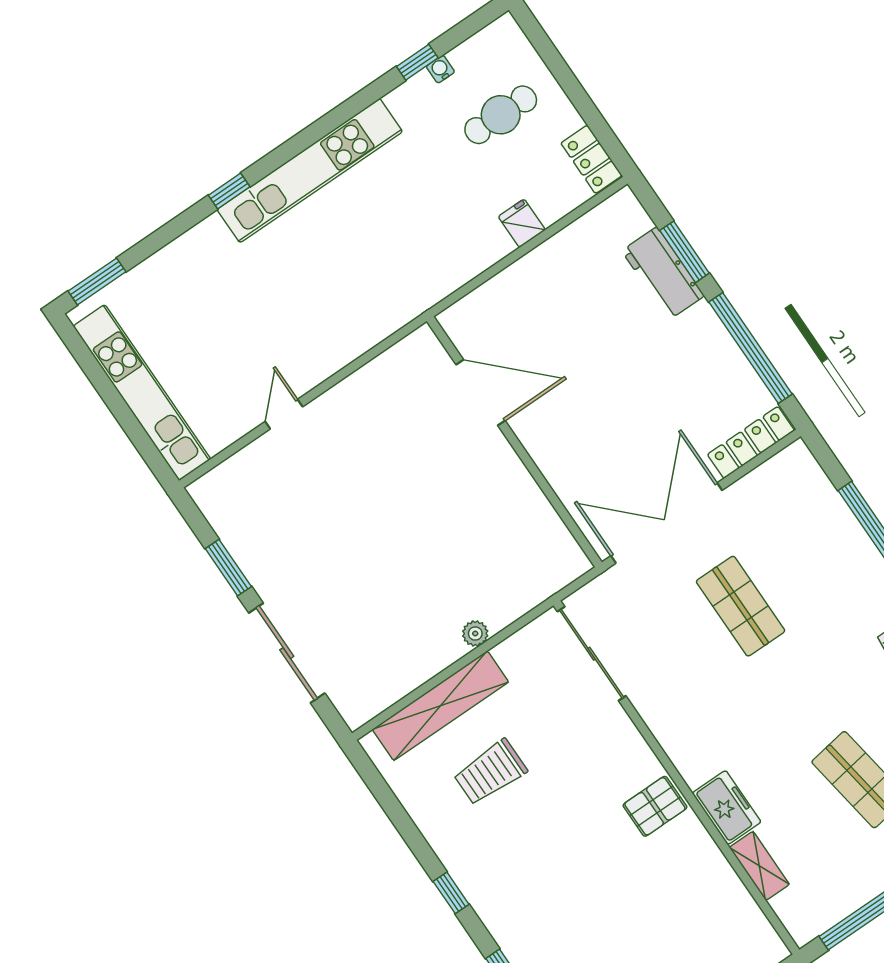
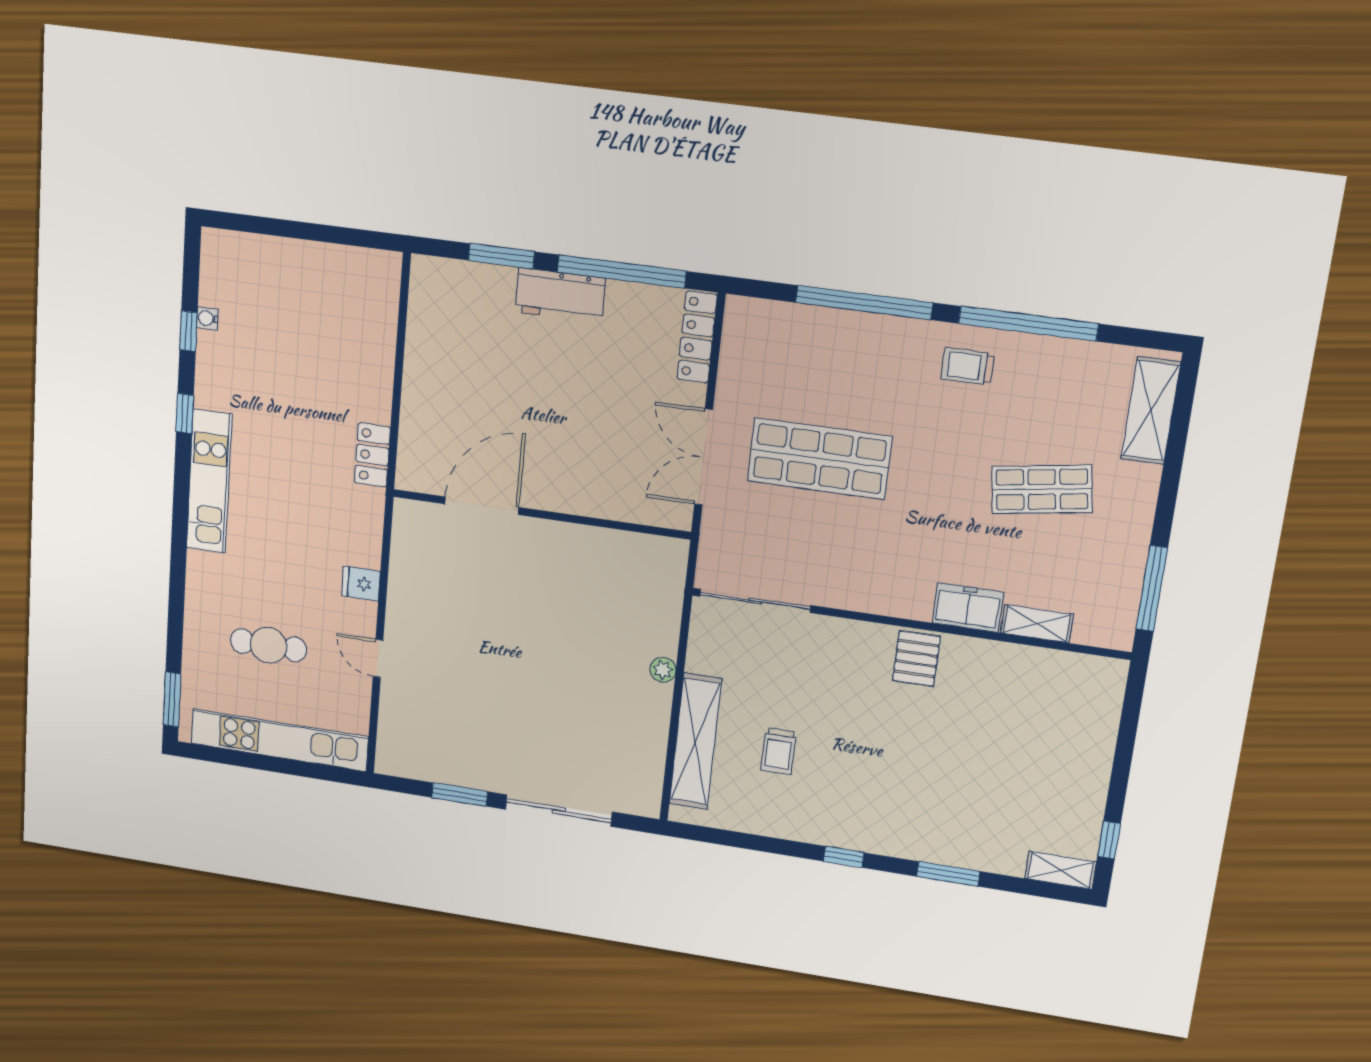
cafe table: (501, 115) -> (269, 645), moved, turned 90
locker: (591, 159) -> (372, 455), moved, turned 90
kitchen unit: (310, 171) -> (209, 481), width x0.73
window: (229, 191) -> (185, 413), moved
fridge: (522, 223) -> (361, 584), moved
workbench: (663, 273) -> (560, 295), moved
double door: (666, 523) -> (704, 457), width x0.73
shop shelf: (741, 606) -> (820, 459), width x1.43, depth x1.36
trolley: (490, 772) -> (779, 751), width x0.73, depth x0.72

